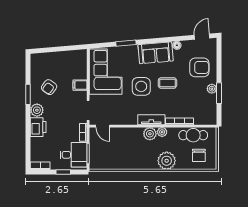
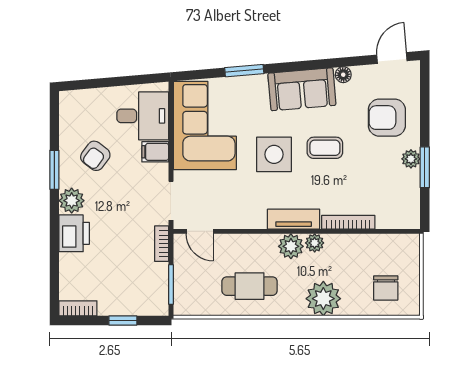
armchair: (199, 67) -> (387, 118), turned 180
cafe table: (193, 135) -> (250, 286), moved
desk: (74, 155) -> (143, 116), moved

